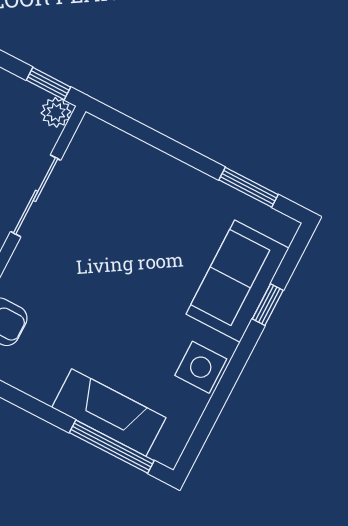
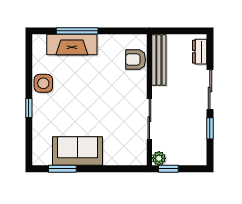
sofa: (237, 281) -> (77, 151), moved, turned -90
window: (268, 305) -> (29, 108), moved
window: (112, 447) -> (77, 31), moved

